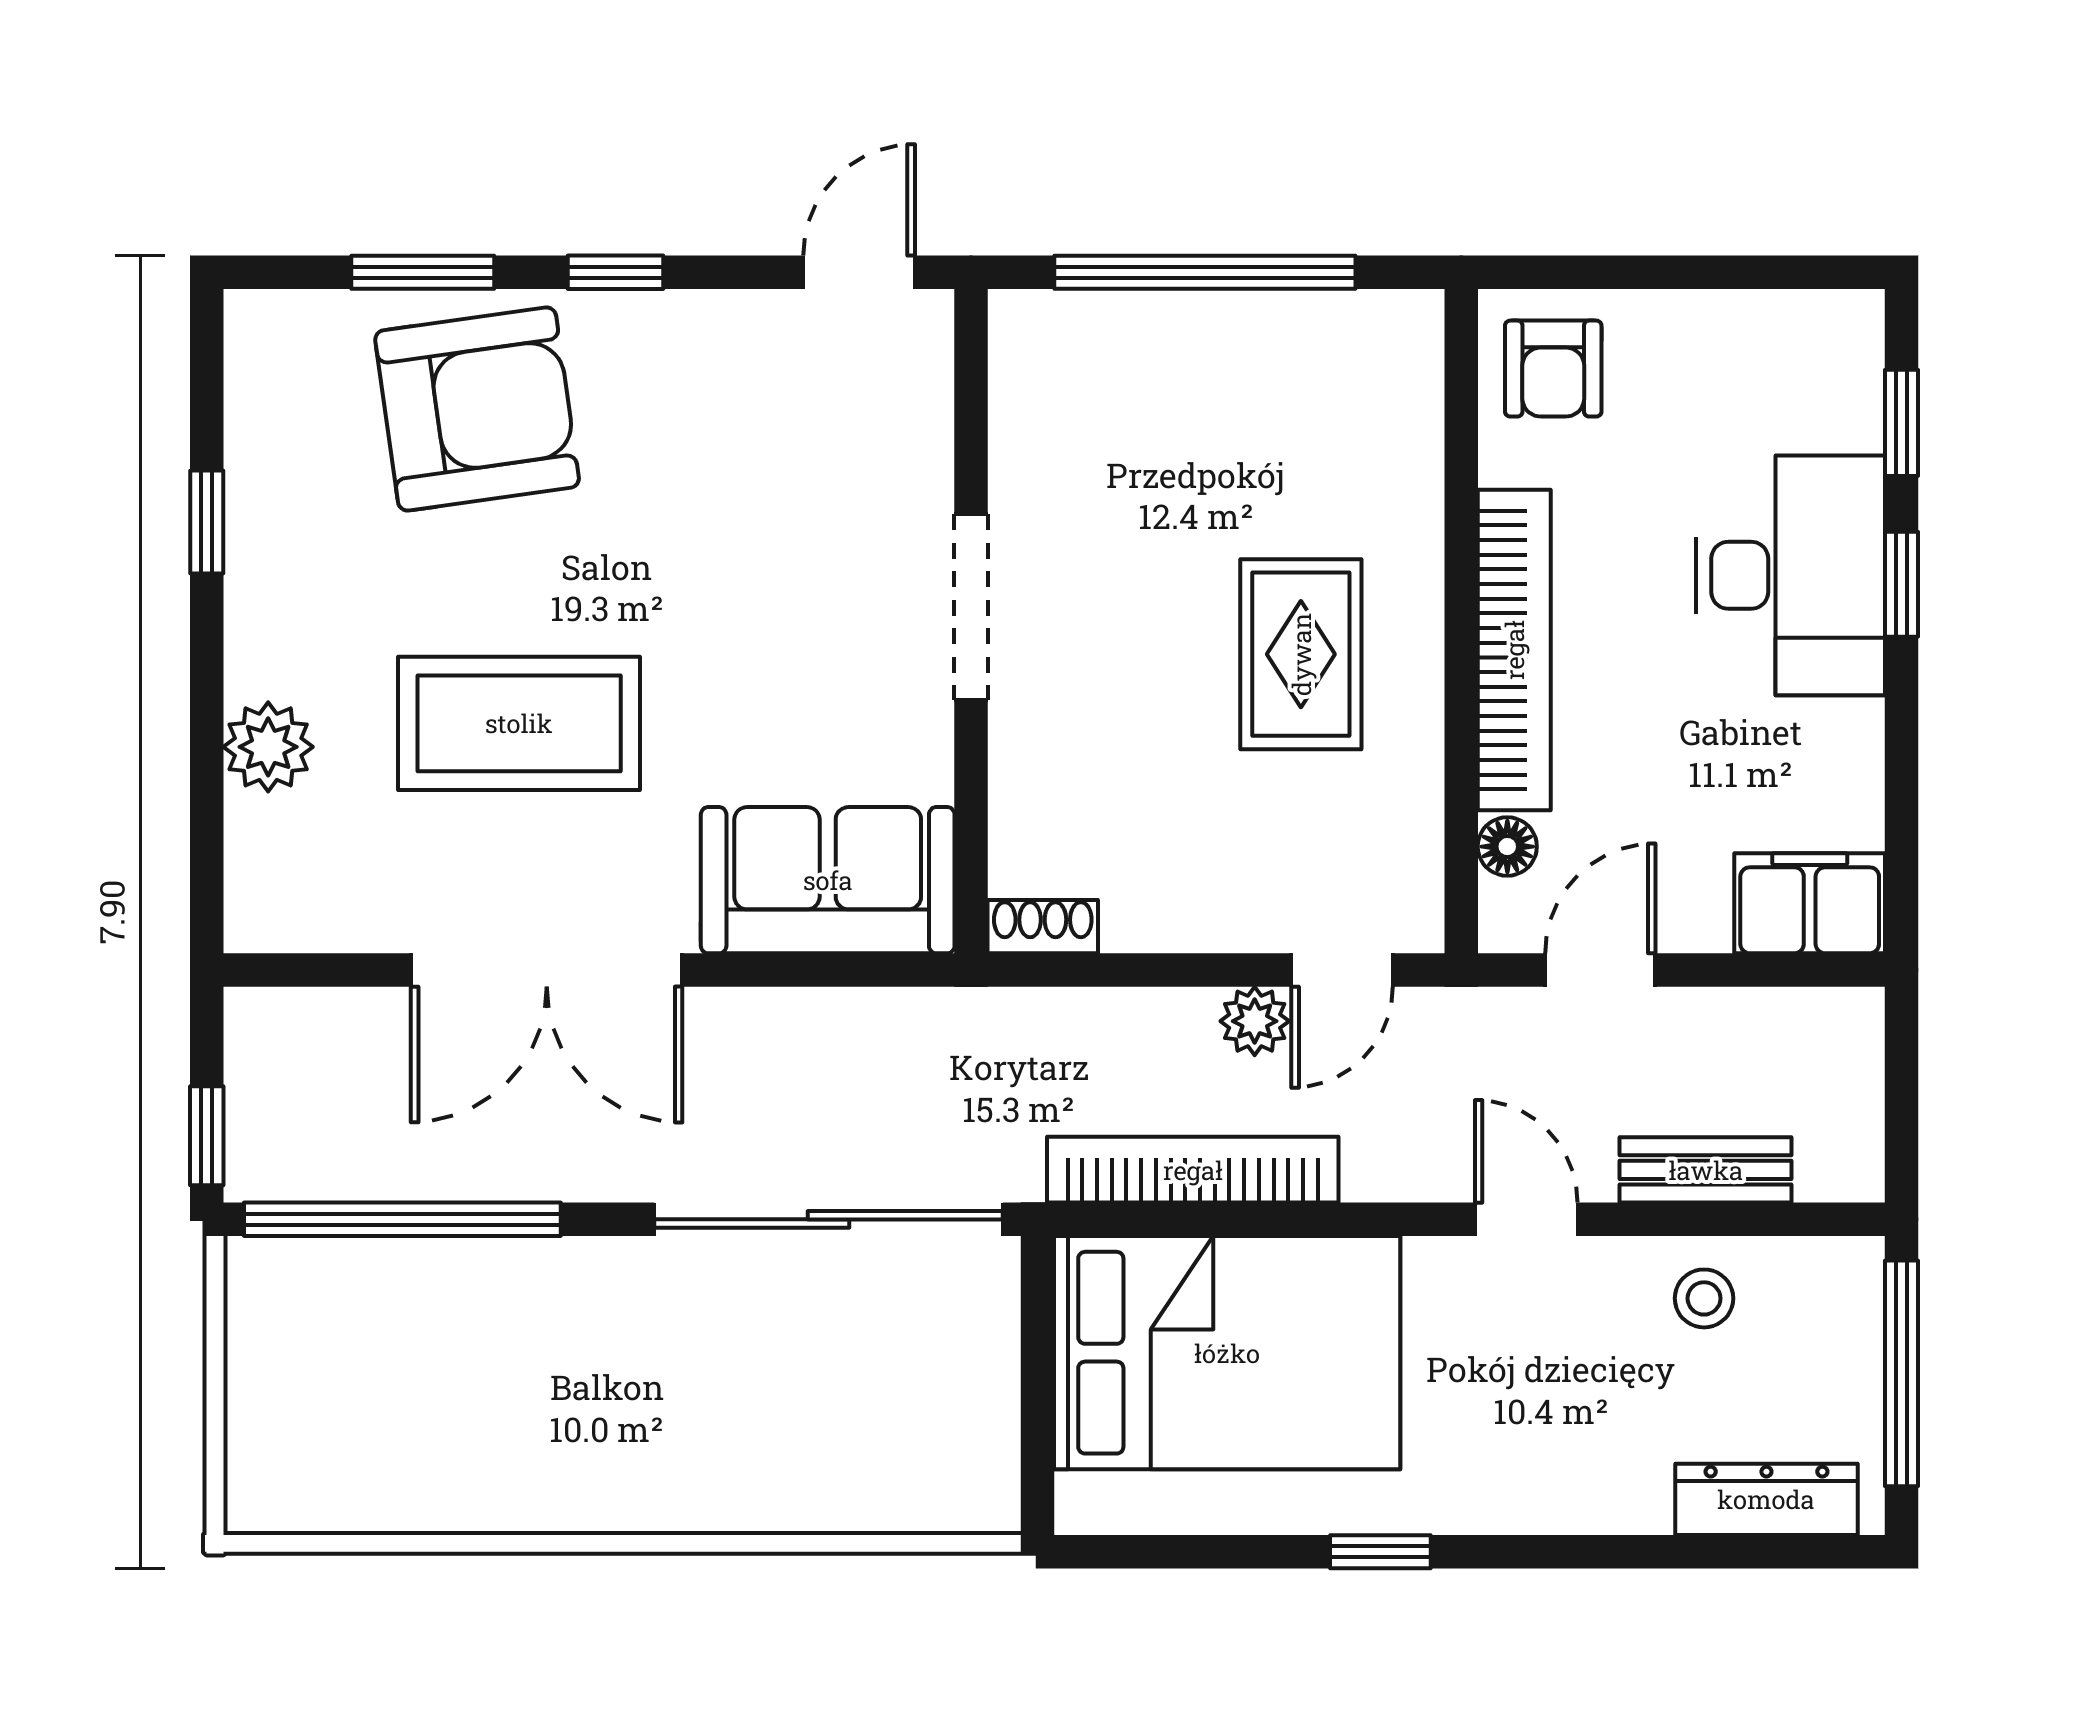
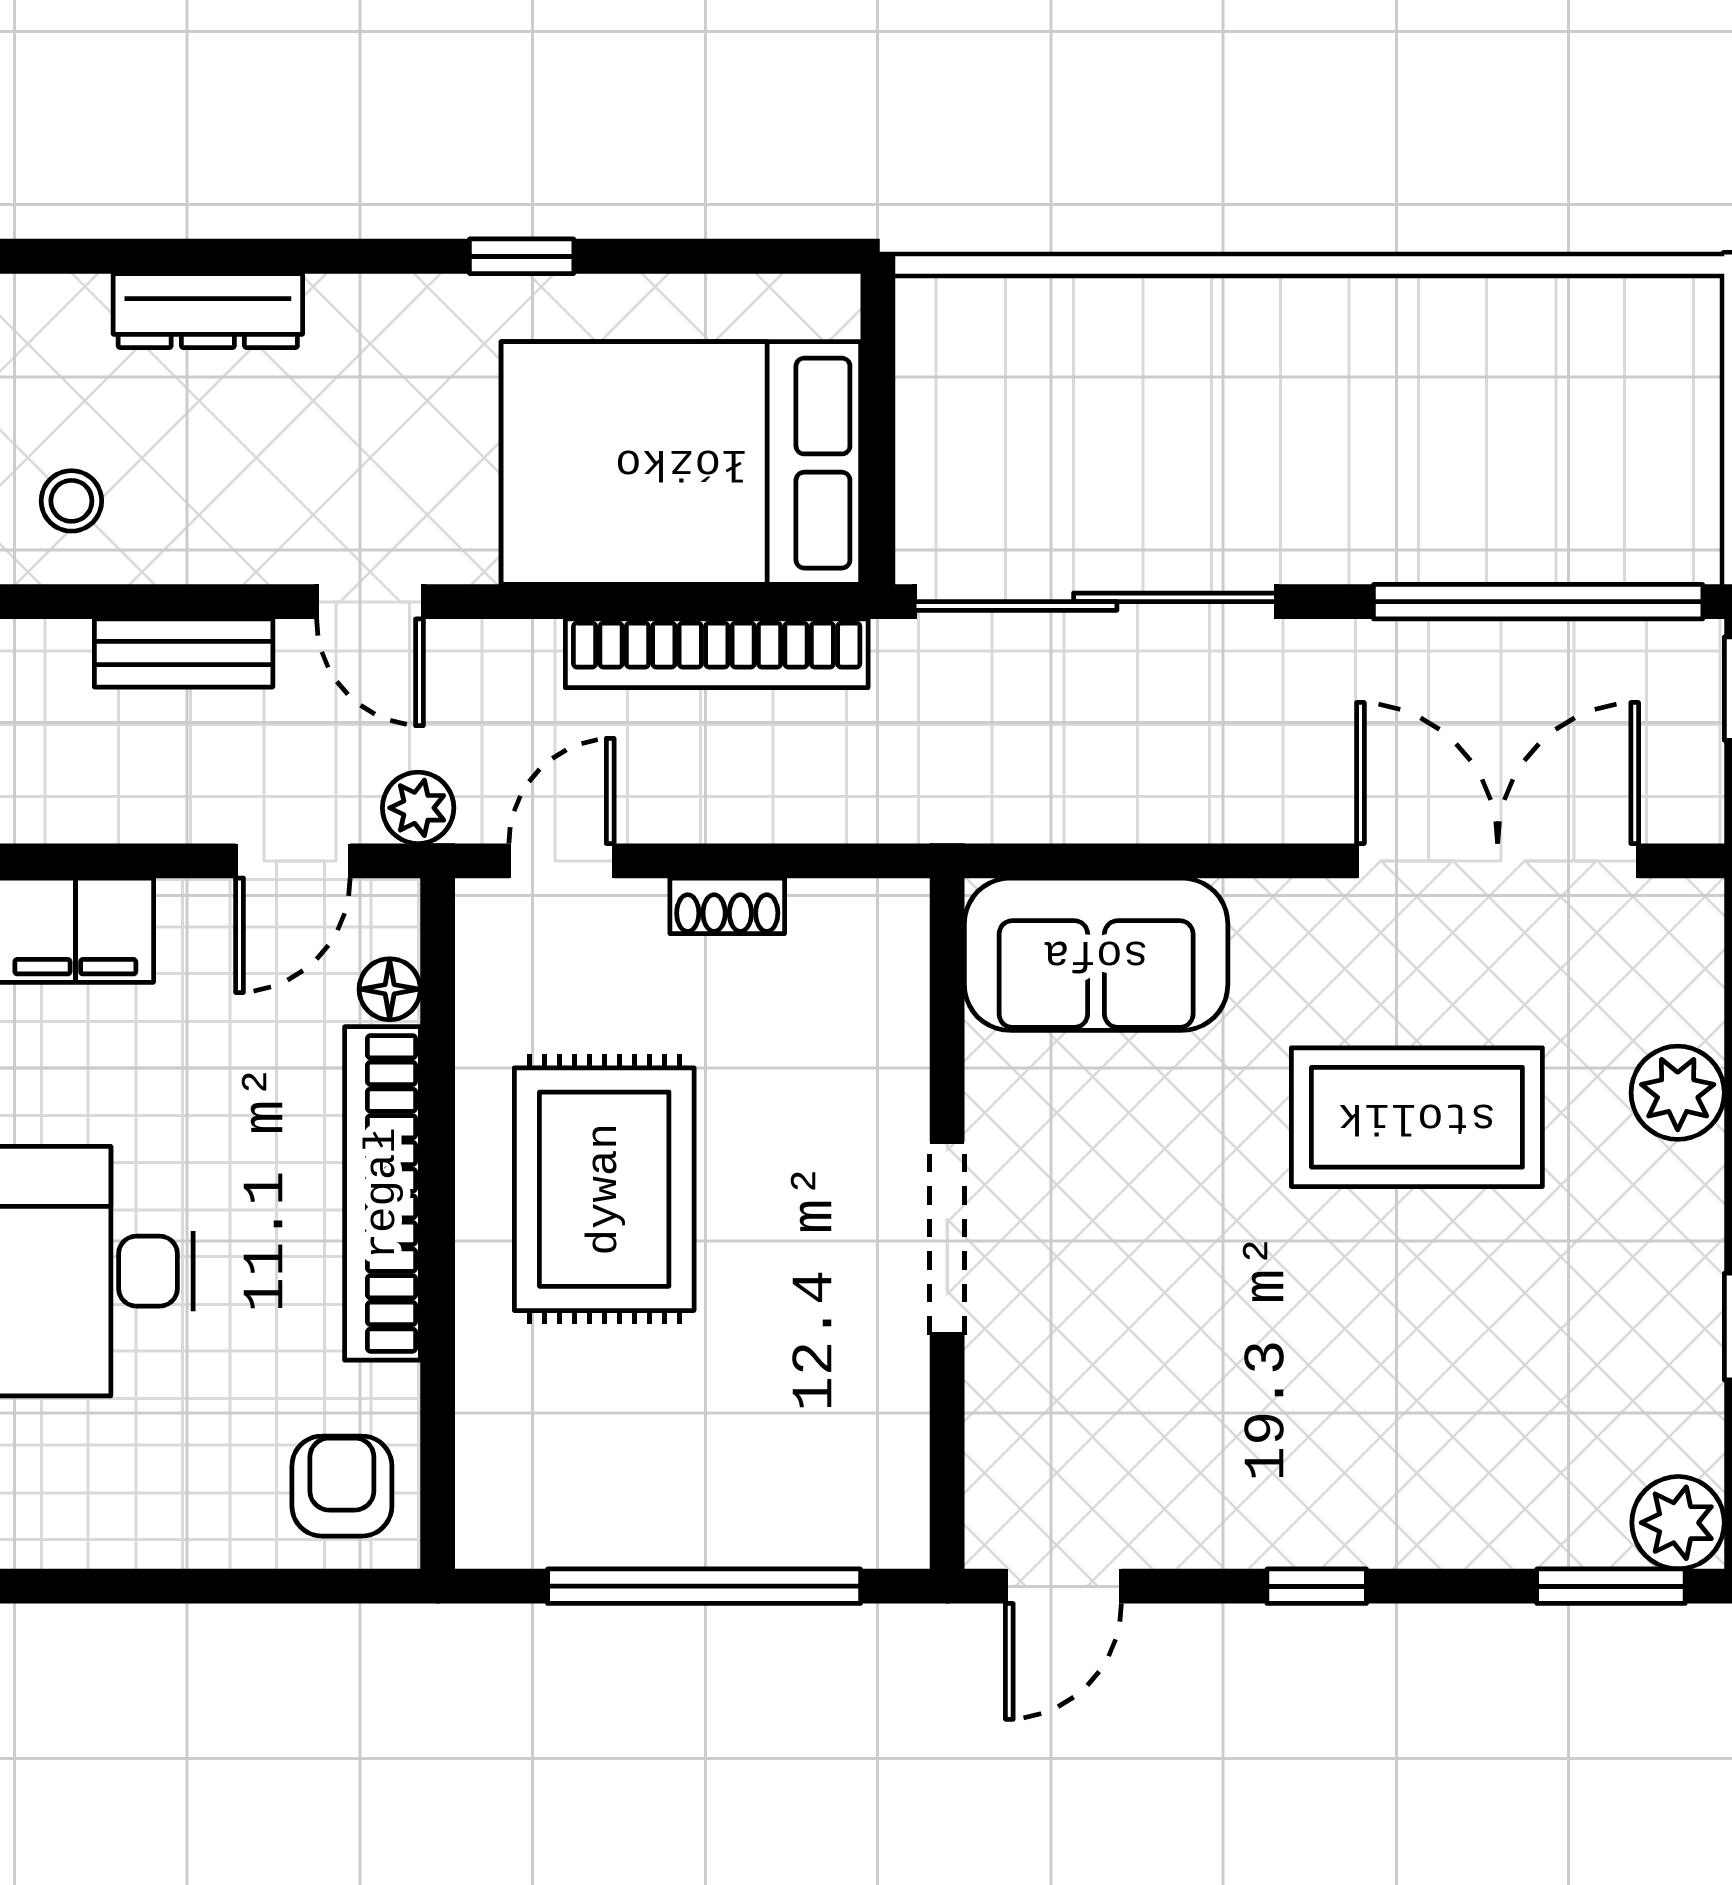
window: (423, 272) -> (1611, 1586), moved
plant: (268, 333) -> (1678, 1523), added
armchair: (477, 409) -> (1461, 1444), removed
rug: (1301, 654) -> (604, 1189), width x1.36, depth x1.43
shoe rack: (1043, 927) -> (727, 906), moved
double door: (547, 970) -> (1498, 861), moved
plant: (1255, 1021) -> (418, 808), moved
stool: (1704, 1298) -> (71, 501), moved
dresser: (1766, 1499) -> (208, 311), moved

